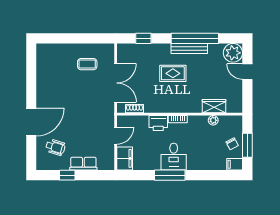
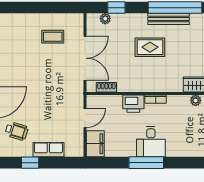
plant: (133, 48) -> (105, 19), added

